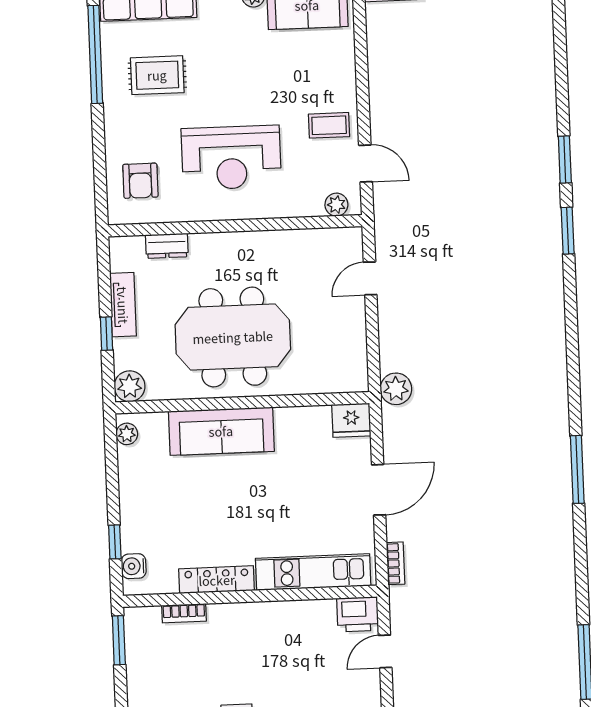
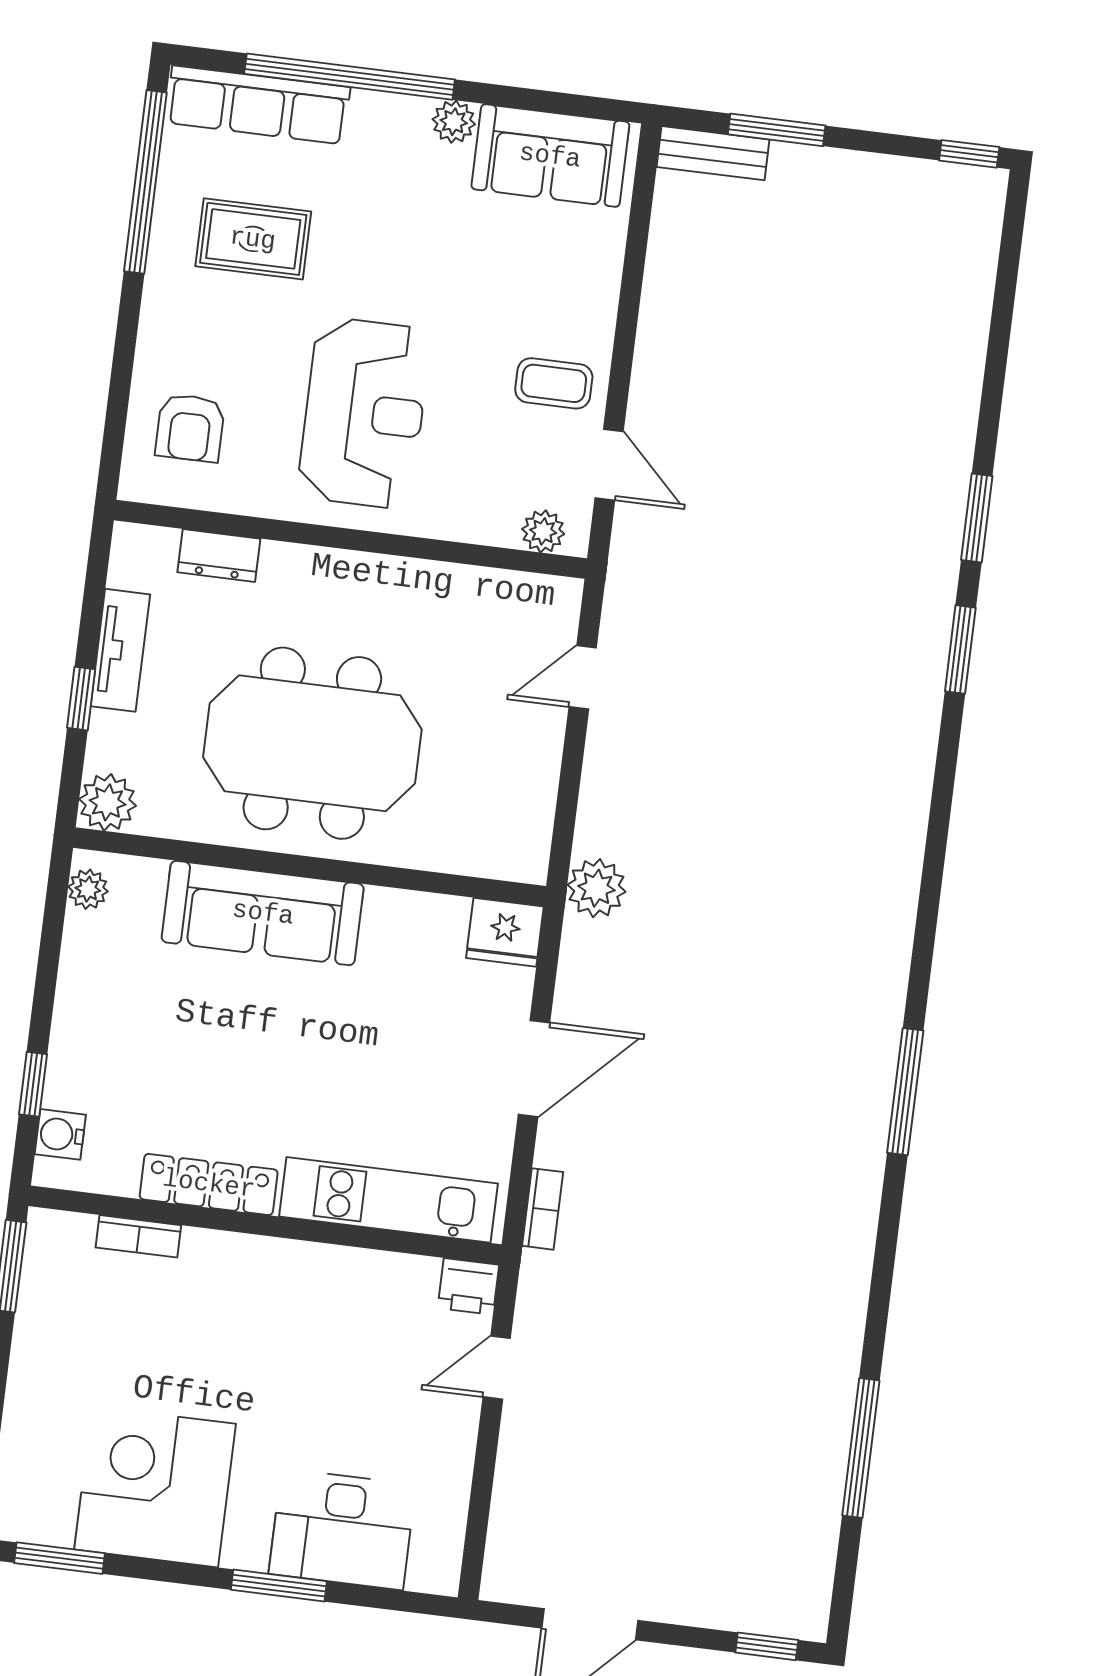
reception desk: (231, 158) -> (364, 413), turned -90
printer: (358, 614) -> (468, 1286), width x0.73, depth x0.81

